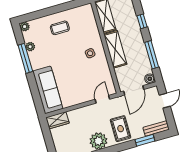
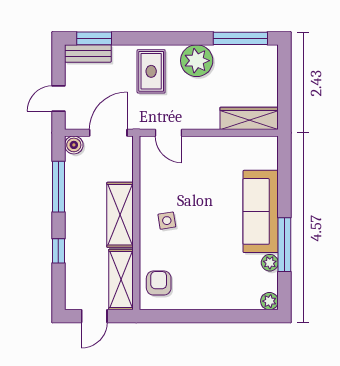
armchair: (85, 20) -> (159, 283), added
coffee table: (60, 28) -> (208, 281), removed
sofa: (48, 90) -> (261, 211), moved
door: (102, 99) -> (168, 133), hinge flipped
wardrobe: (57, 120) -> (249, 118), width x1.50
window: (145, 140) -> (94, 38), moved

